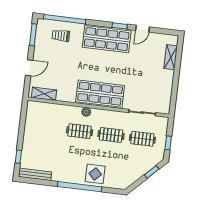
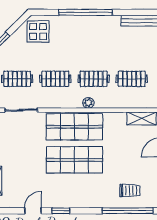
shop shelf: (107, 39) -> (74, 160), moved
clothes rail: (48, 127) -> (132, 79), added
display table: (95, 174) -> (38, 31), moved

